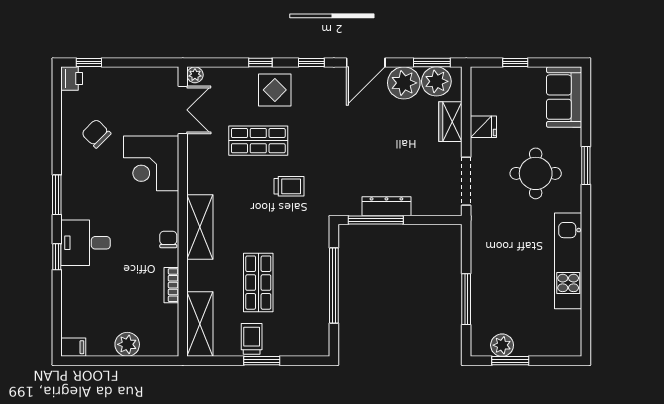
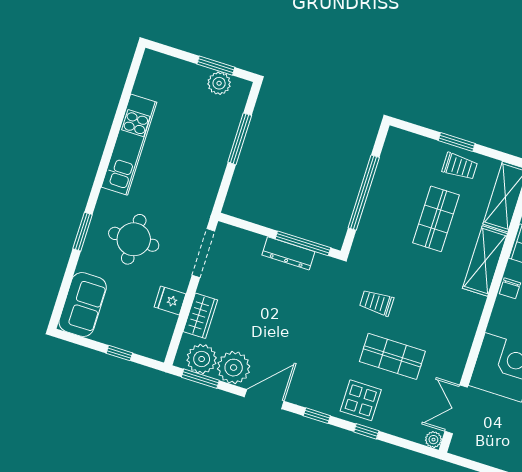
shelving: (200, 227) -> (485, 261), moved
trolley: (252, 339) -> (460, 166), turned -90

